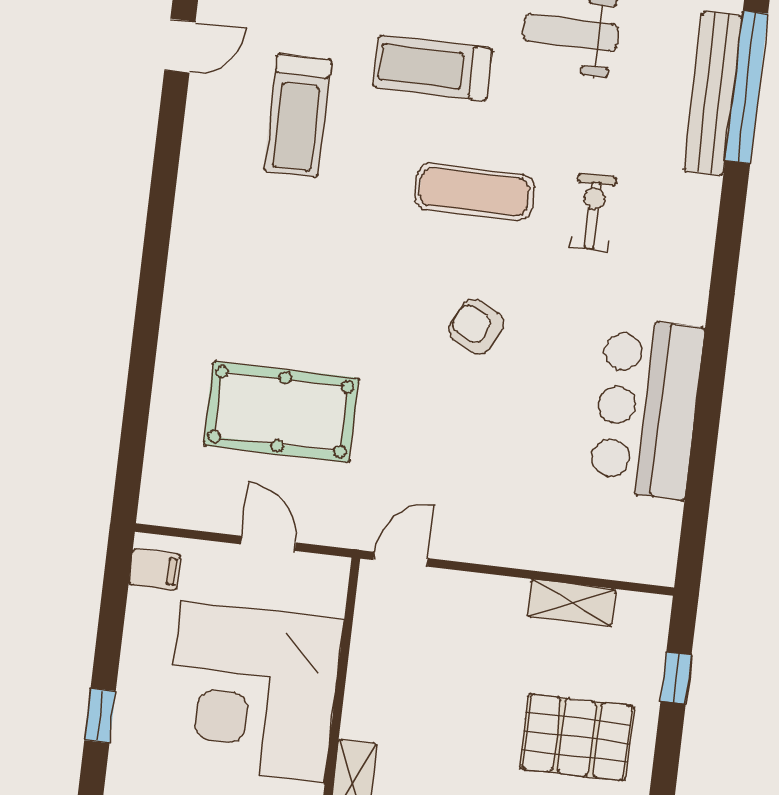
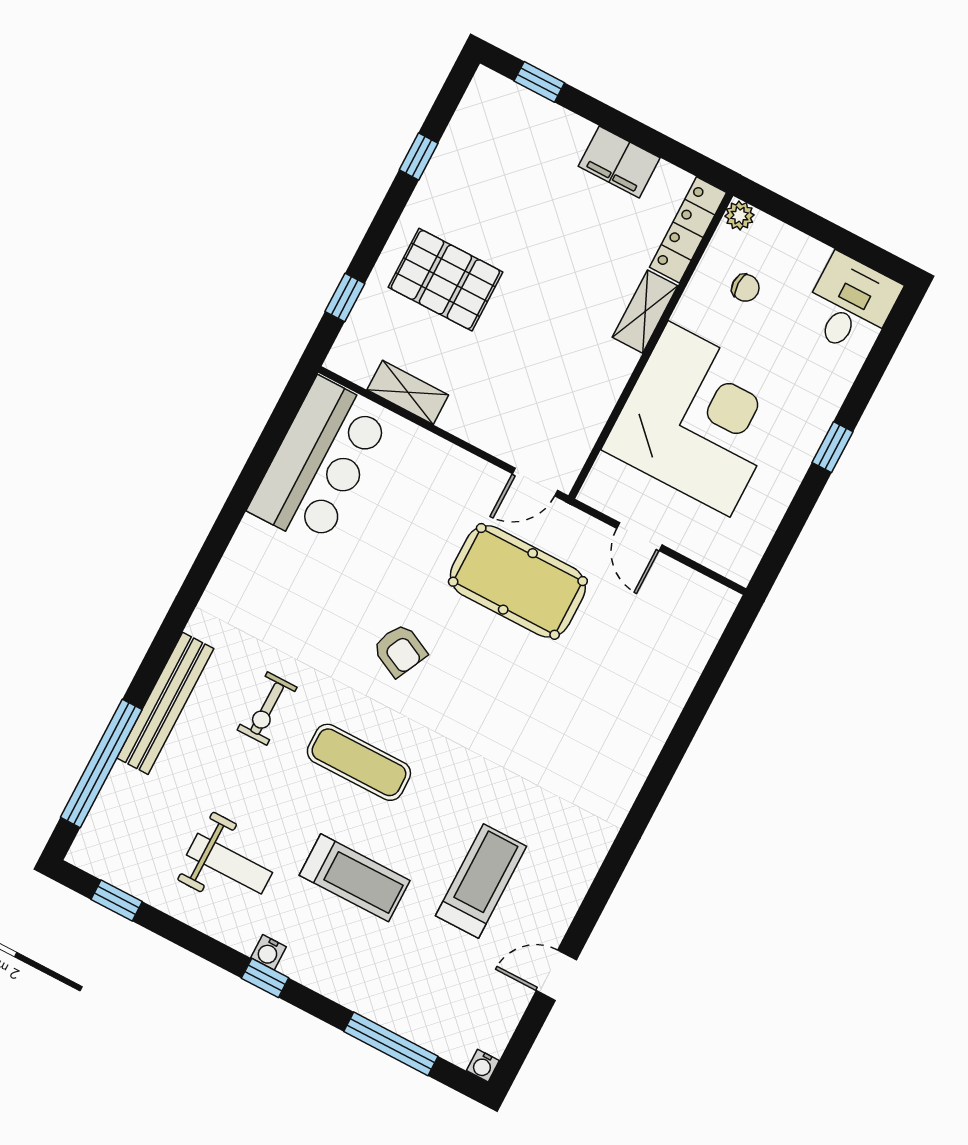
bench: (713, 93) -> (165, 703), moved
bar counter: (647, 408) -> (320, 462), moved
pool table: (281, 412) -> (518, 581), moved
filing cabinet: (155, 570) -> (742, 551), removed

